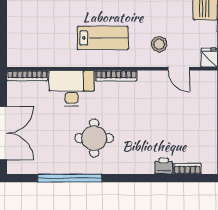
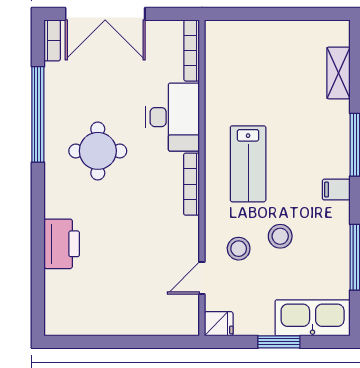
stool: (151, 17) -> (280, 236), added
printer: (164, 166) -> (62, 244), width x1.87, depth x1.48
bookcase: (187, 169) -> (52, 40), moved

